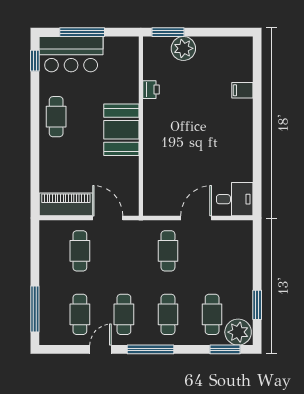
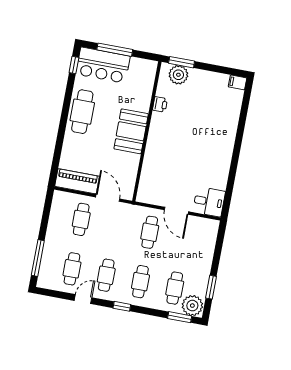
plant: (183, 48) -> (178, 75), moved
filing cabinet: (242, 90) -> (238, 82), moved
cafe table: (56, 117) -> (82, 112), width x1.37, depth x1.35
door: (196, 218) -> (176, 211), swing flipped
window: (151, 349) -> (122, 306), width x0.46

